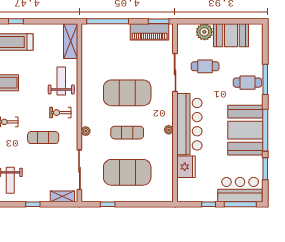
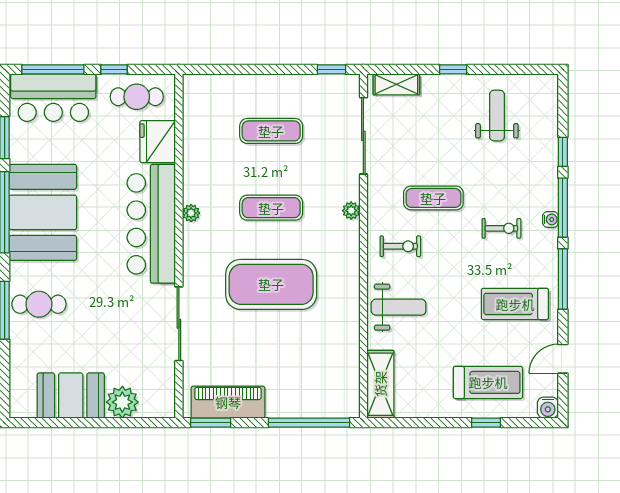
cafe table: (205, 66) -> (137, 97), moved
weight bench: (61, 81) -> (399, 307), turned -90
exercise mat: (127, 172) -> (271, 131), width x0.50, depth x0.69
window: (108, 204) -> (332, 69), moved

